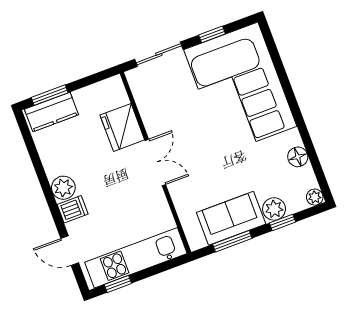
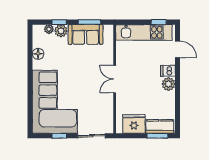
fridge: (122, 127) -> (134, 124), moved, turned -90
plant: (315, 197) -> (49, 29), moved

